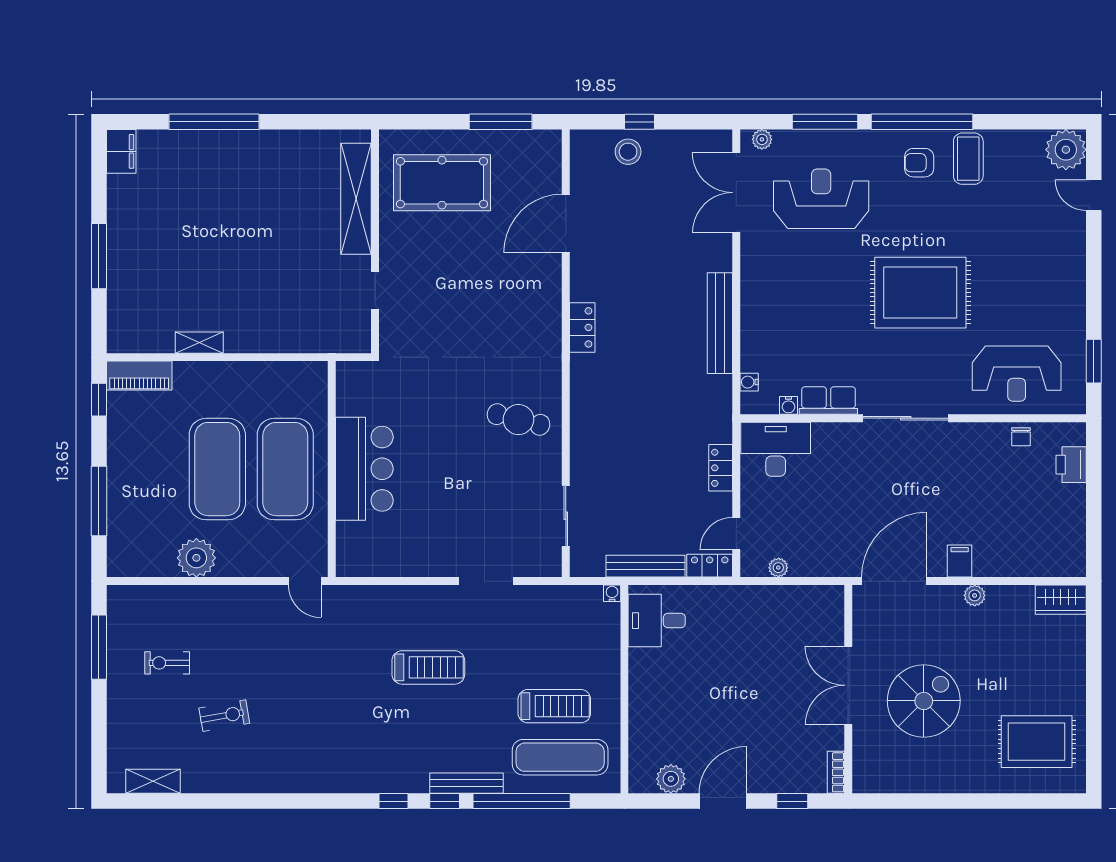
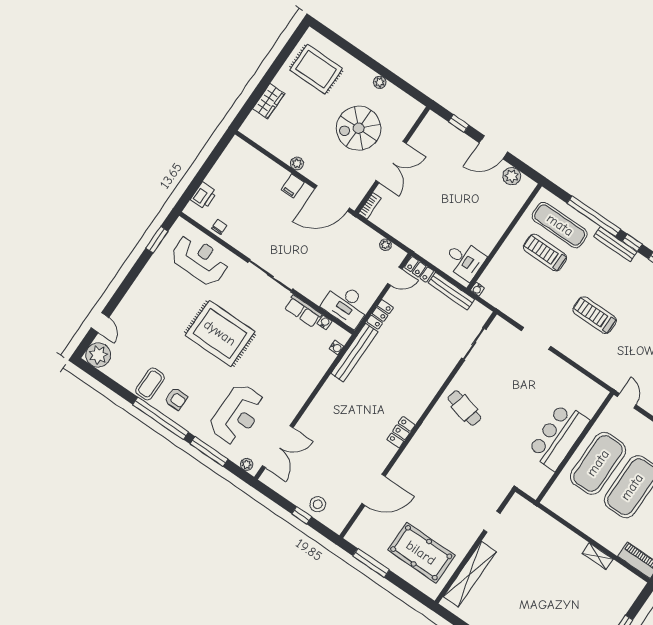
reception desk: (821, 199) -> (237, 414), turned -90
bench: (720, 323) -> (354, 353), moved
wardrobe: (1061, 600) -> (269, 101), moved, turned 90
bookcase: (836, 772) -> (370, 206), moved
plant: (938, 783) -> (380, 82), added

